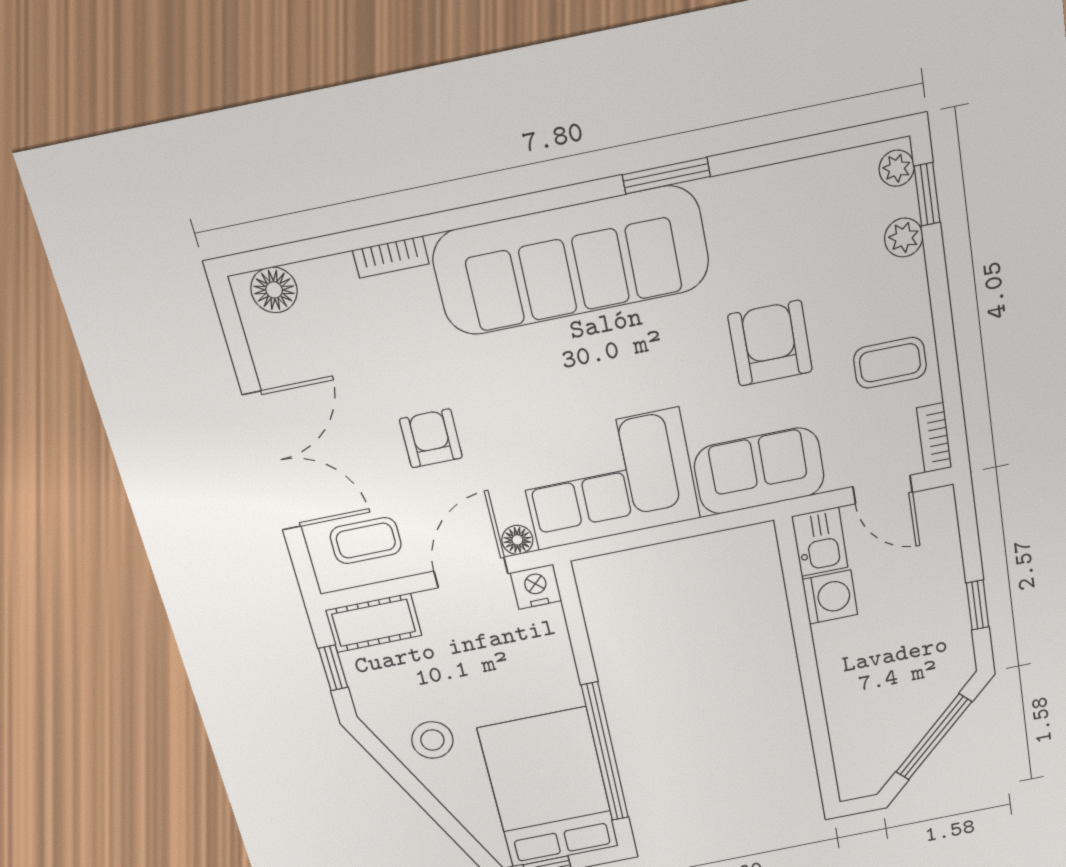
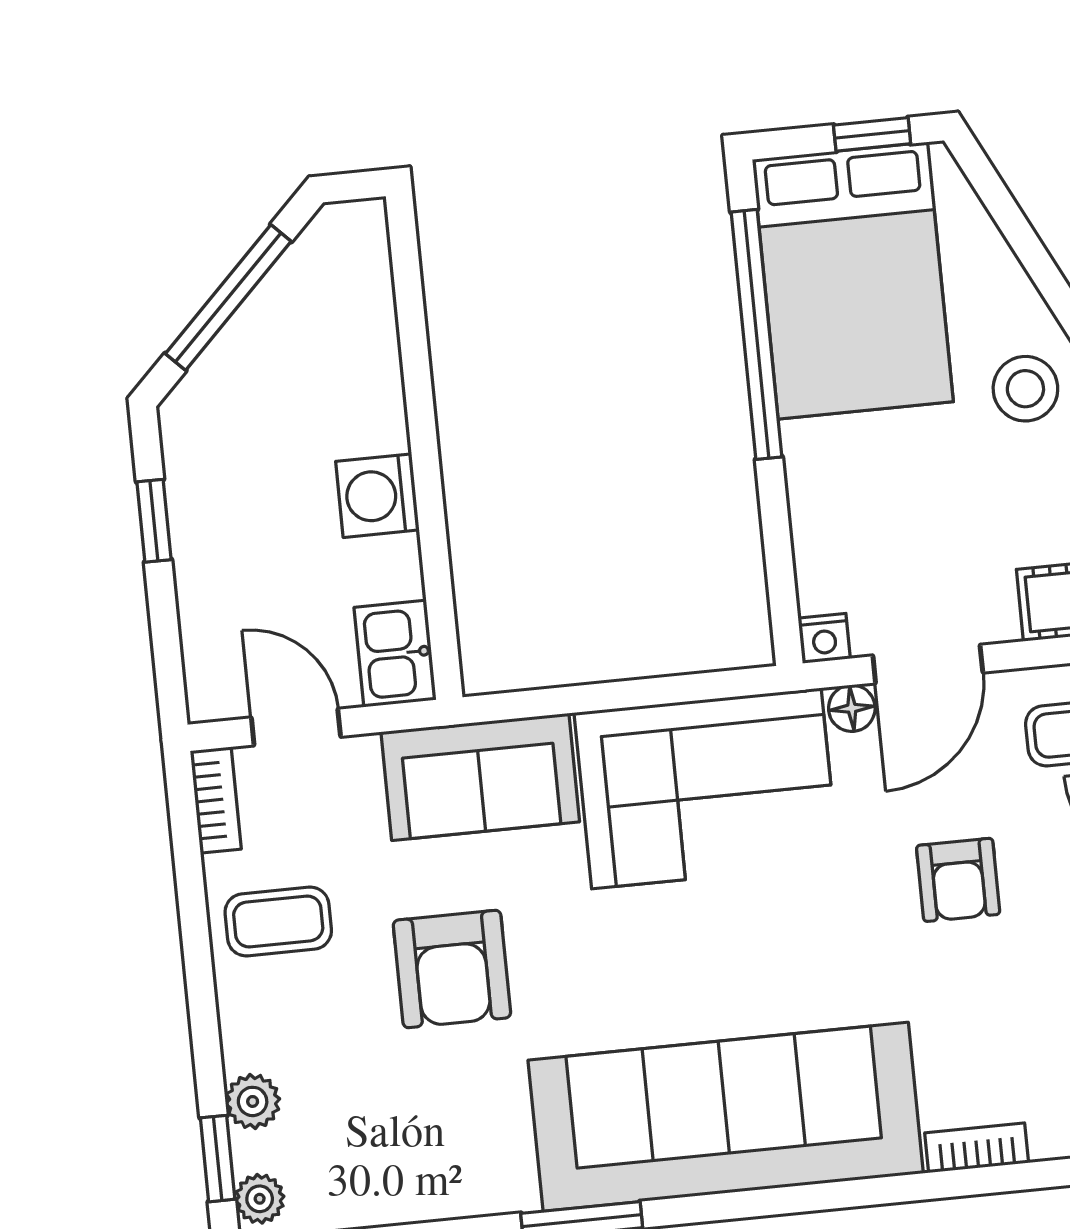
nightstand: (536, 587) -> (824, 638), width x0.72, depth x0.74
washing machine: (830, 597) -> (377, 496), moved

